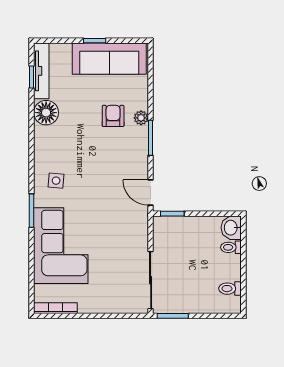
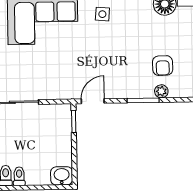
armchair: (113, 116) -> (163, 66), turned 88
toilet: (231, 247) -> (19, 176), moved

